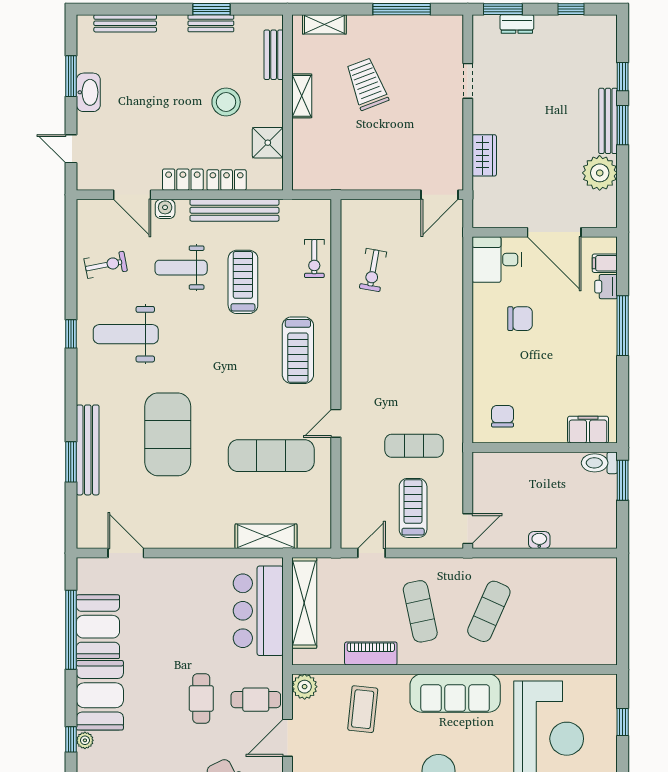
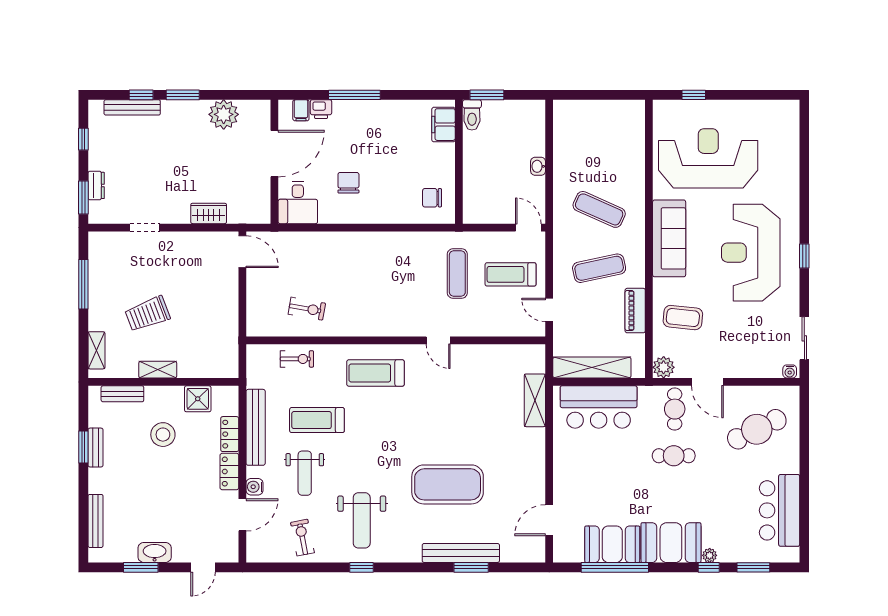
bench: (608, 121) -> (132, 107), moved
treadmill: (298, 350) -> (375, 373), turned 180
exercise mat: (271, 456) -> (466, 396), removed

